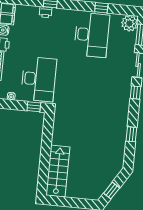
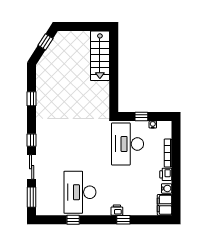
printer: (46, 12) -> (117, 210), moved
plant: (129, 23) -> (44, 207), removed
window: (34, 107) -> (141, 116), moved

